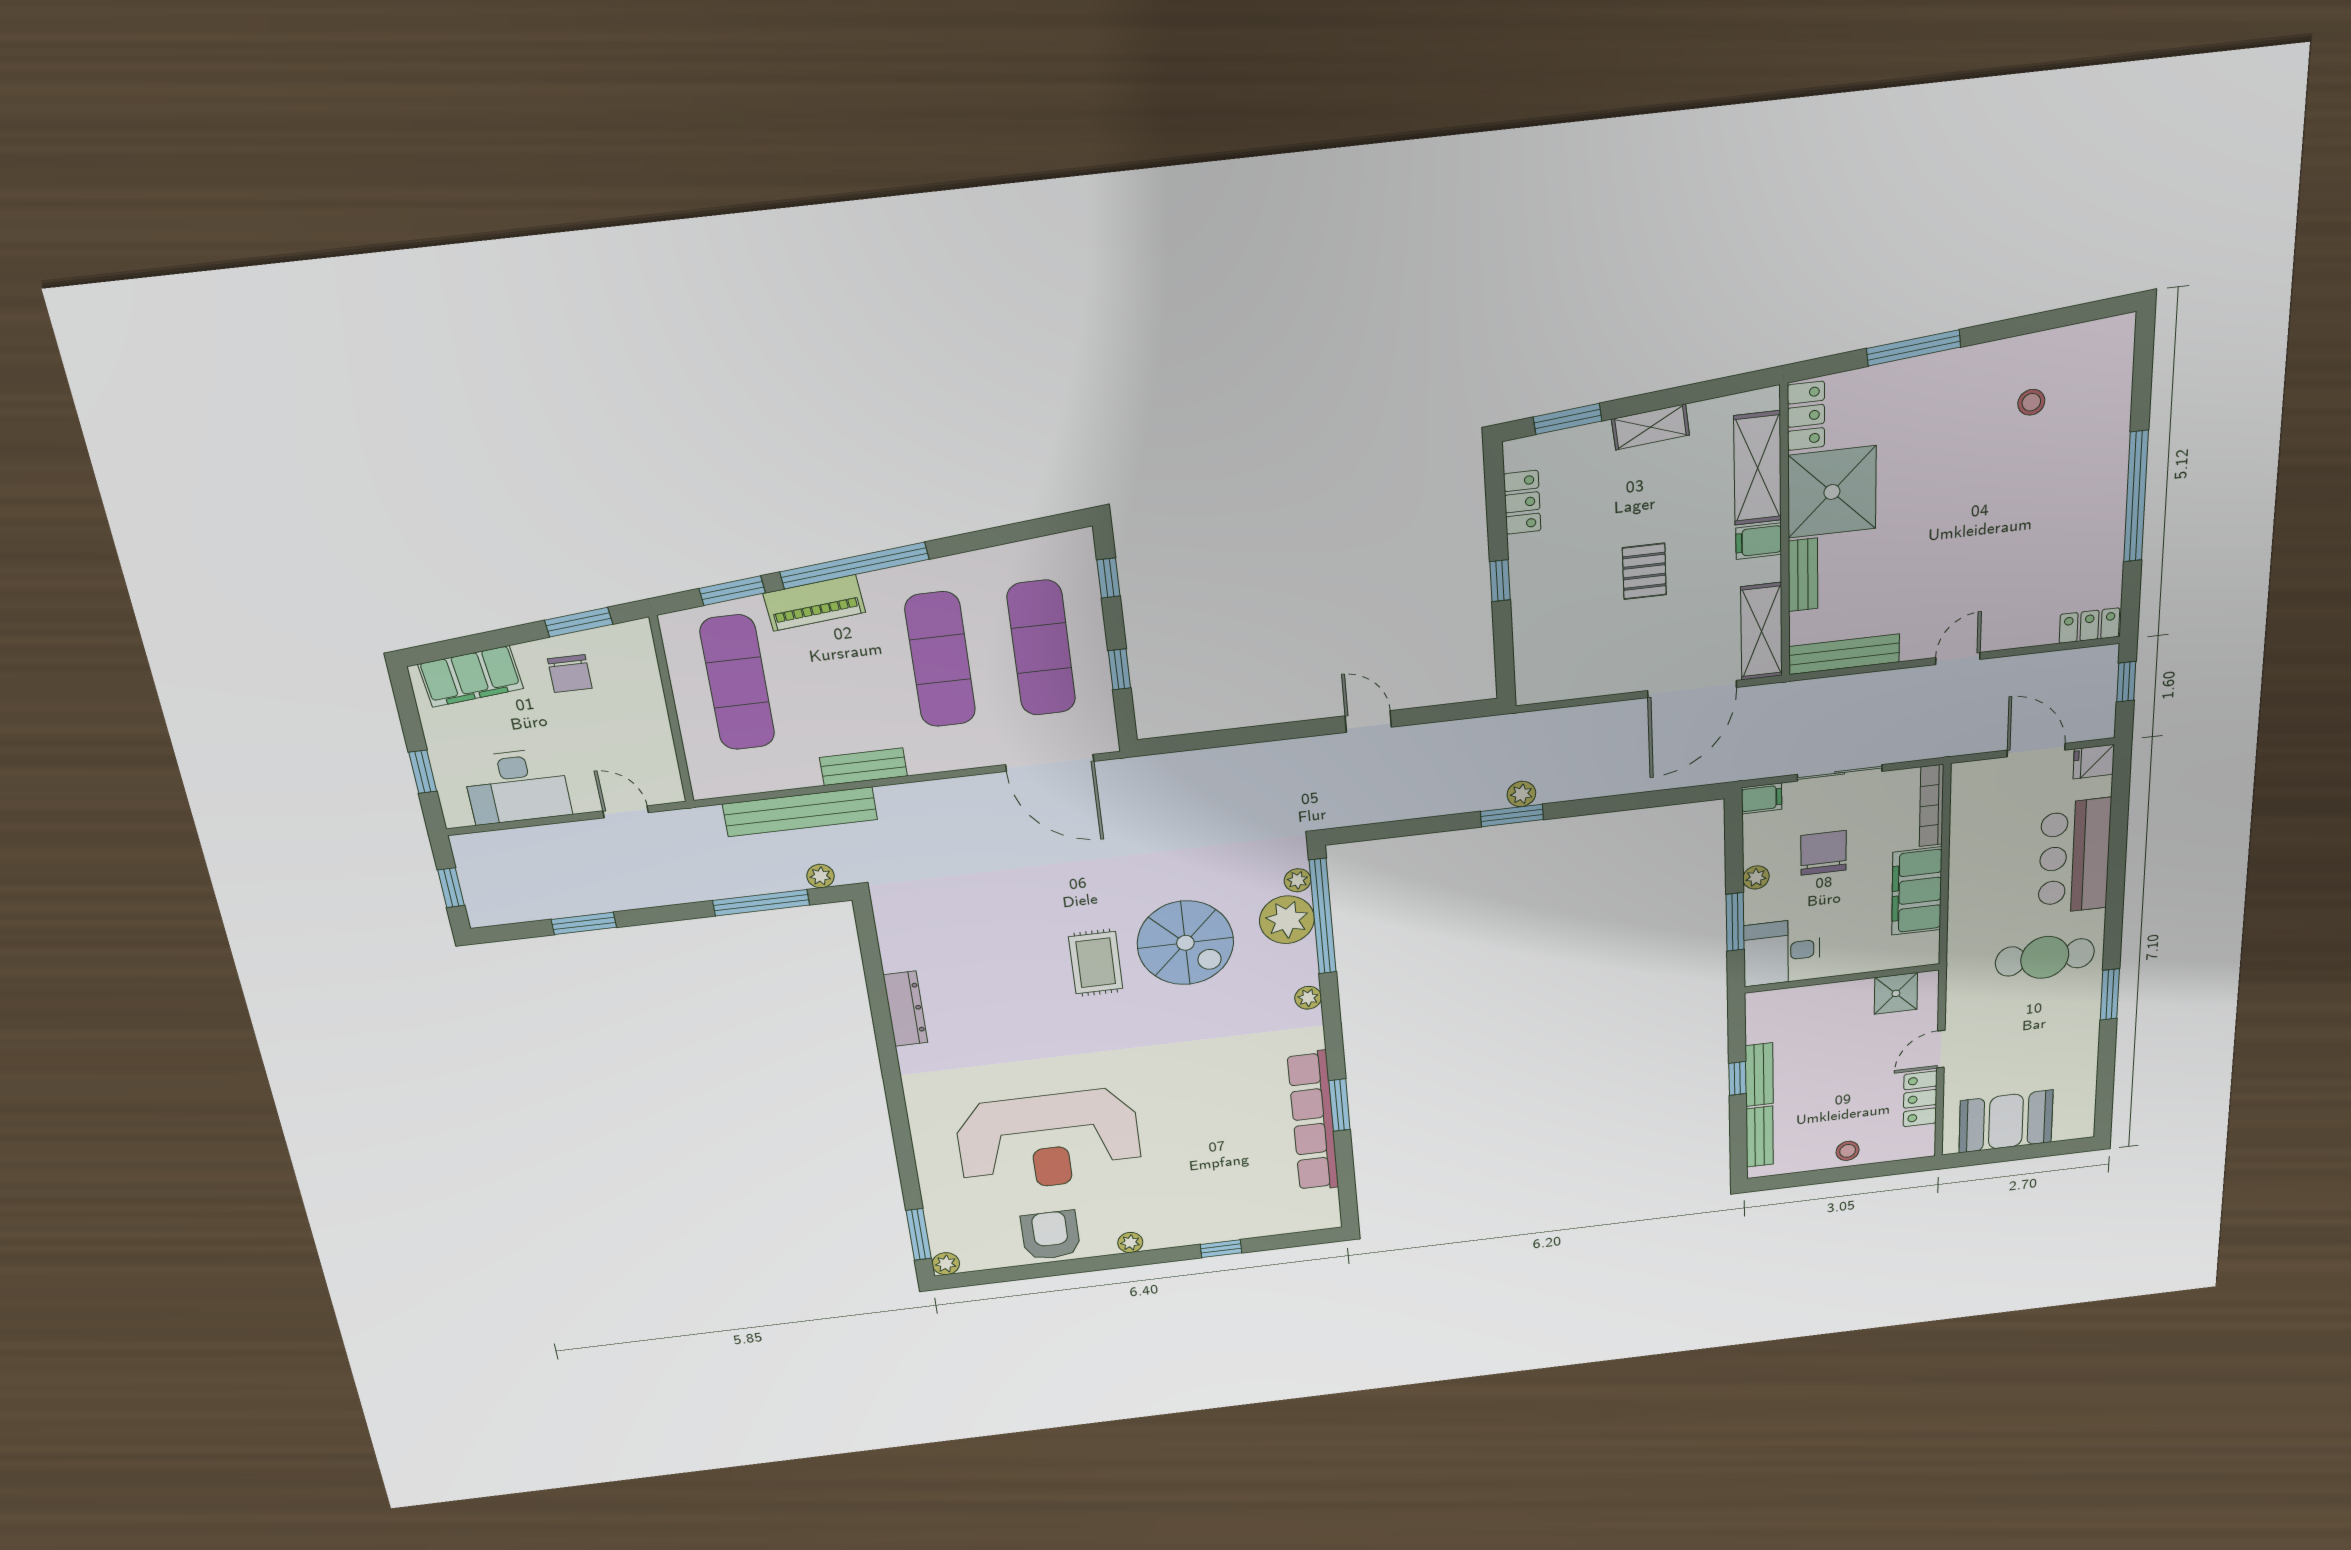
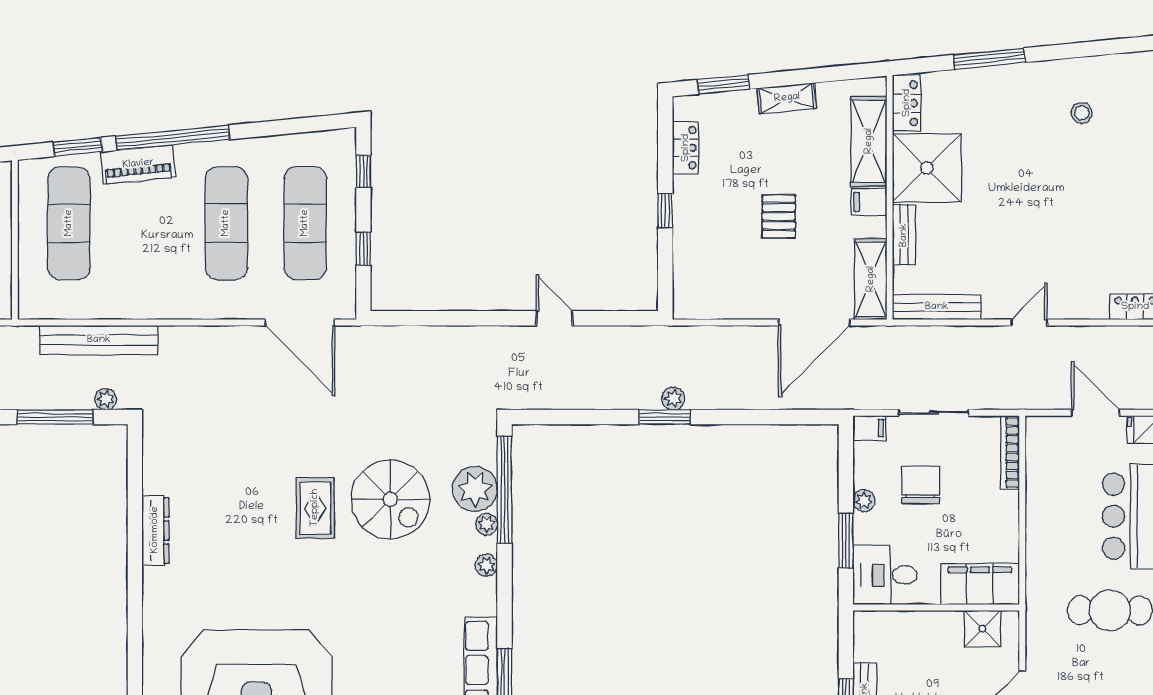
bench: (863, 767) -> (154, 307), removed
plant: (1297, 880) -> (487, 524), moved
filing cabinet: (1917, 891) -> (980, 584), moved, turned 90

